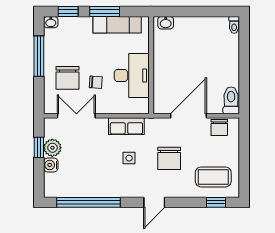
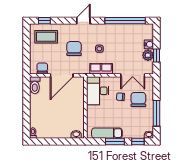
desk: (132, 75) -> (98, 91), moved

